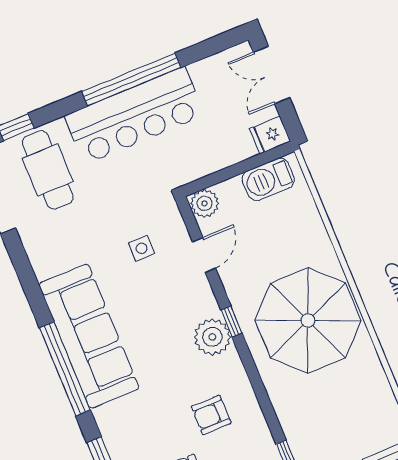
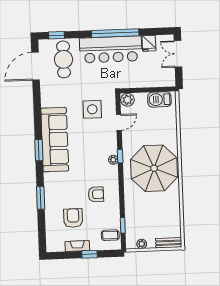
fridge: (270, 135) -> (149, 43), moved, turned -90
side table: (142, 248) -> (92, 109), width x1.87, depth x1.87
plant: (212, 337) -> (113, 160), width x0.53, depth x0.53
window: (65, 369) -> (39, 150), width x0.47
armchair: (211, 415) -> (96, 194), turned 180

